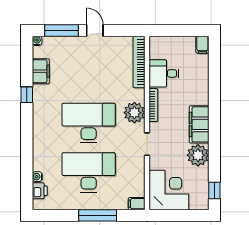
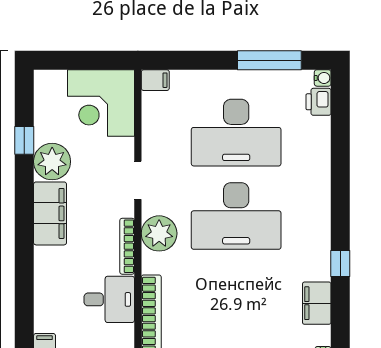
water cooler: (37, 177) -> (323, 78), moved
window: (214, 190) -> (24, 140), moved
window: (98, 215) -> (269, 60), moved

